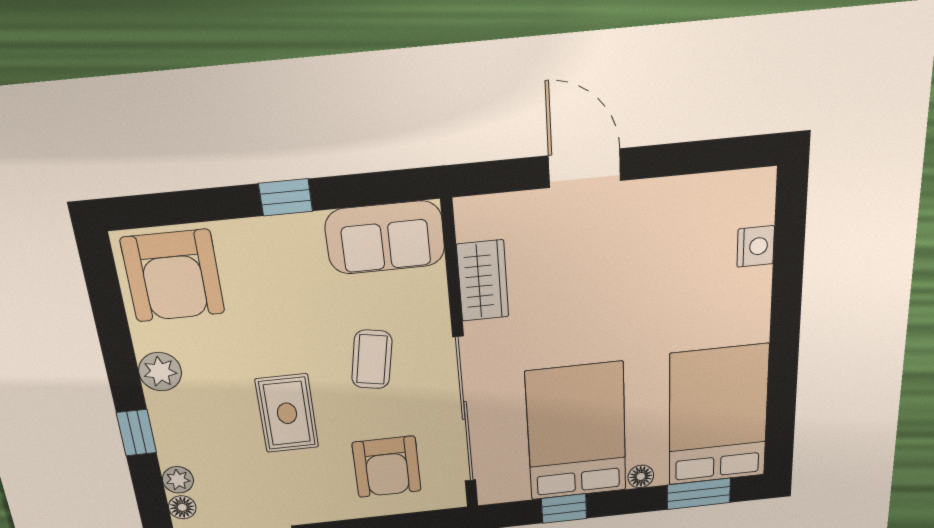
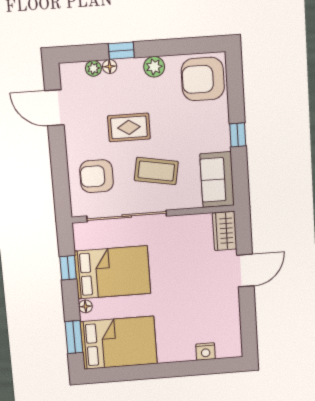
wardrobe: (483, 281) -> (225, 231), moved, turned 90
coffee table: (372, 359) -> (156, 171), width x1.36, depth x1.30
floor lamp: (182, 507) -> (110, 66), moved

